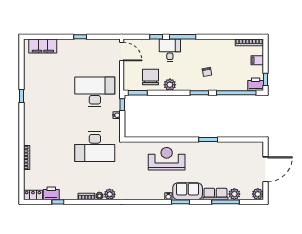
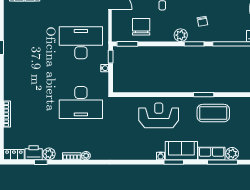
plant: (170, 85) -> (181, 35), moved
coffee table: (217, 157) -> (213, 113), added
plant: (110, 194) -> (49, 154), moved

